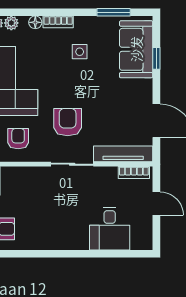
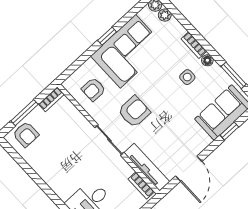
floor lamp: (35, 22) -> (207, 60), moved
armchair: (18, 139) -> (93, 89), turned 180

